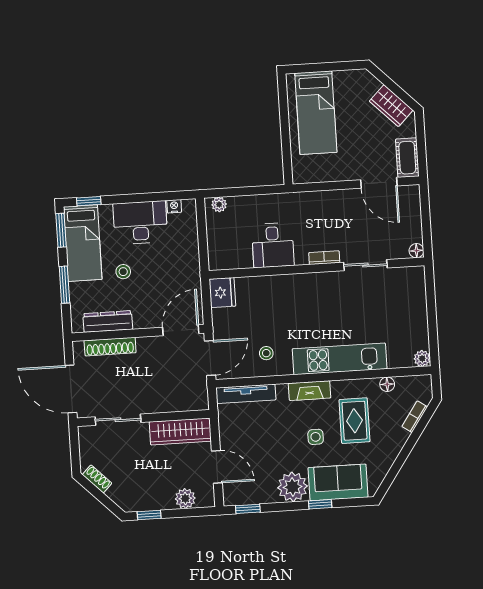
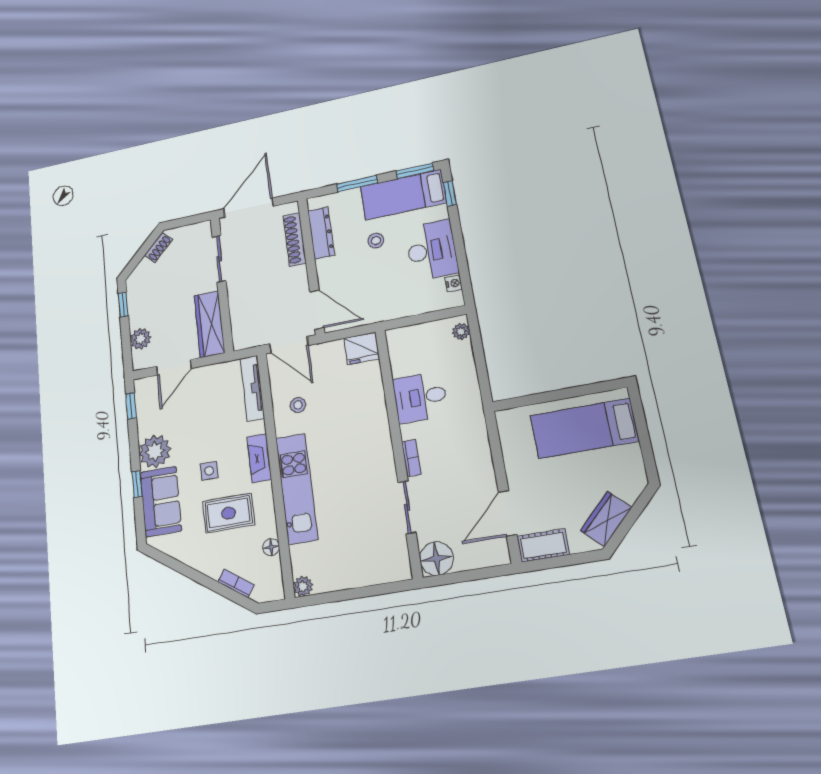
floor lamp: (416, 251) -> (436, 558), width x1.89, depth x1.89

